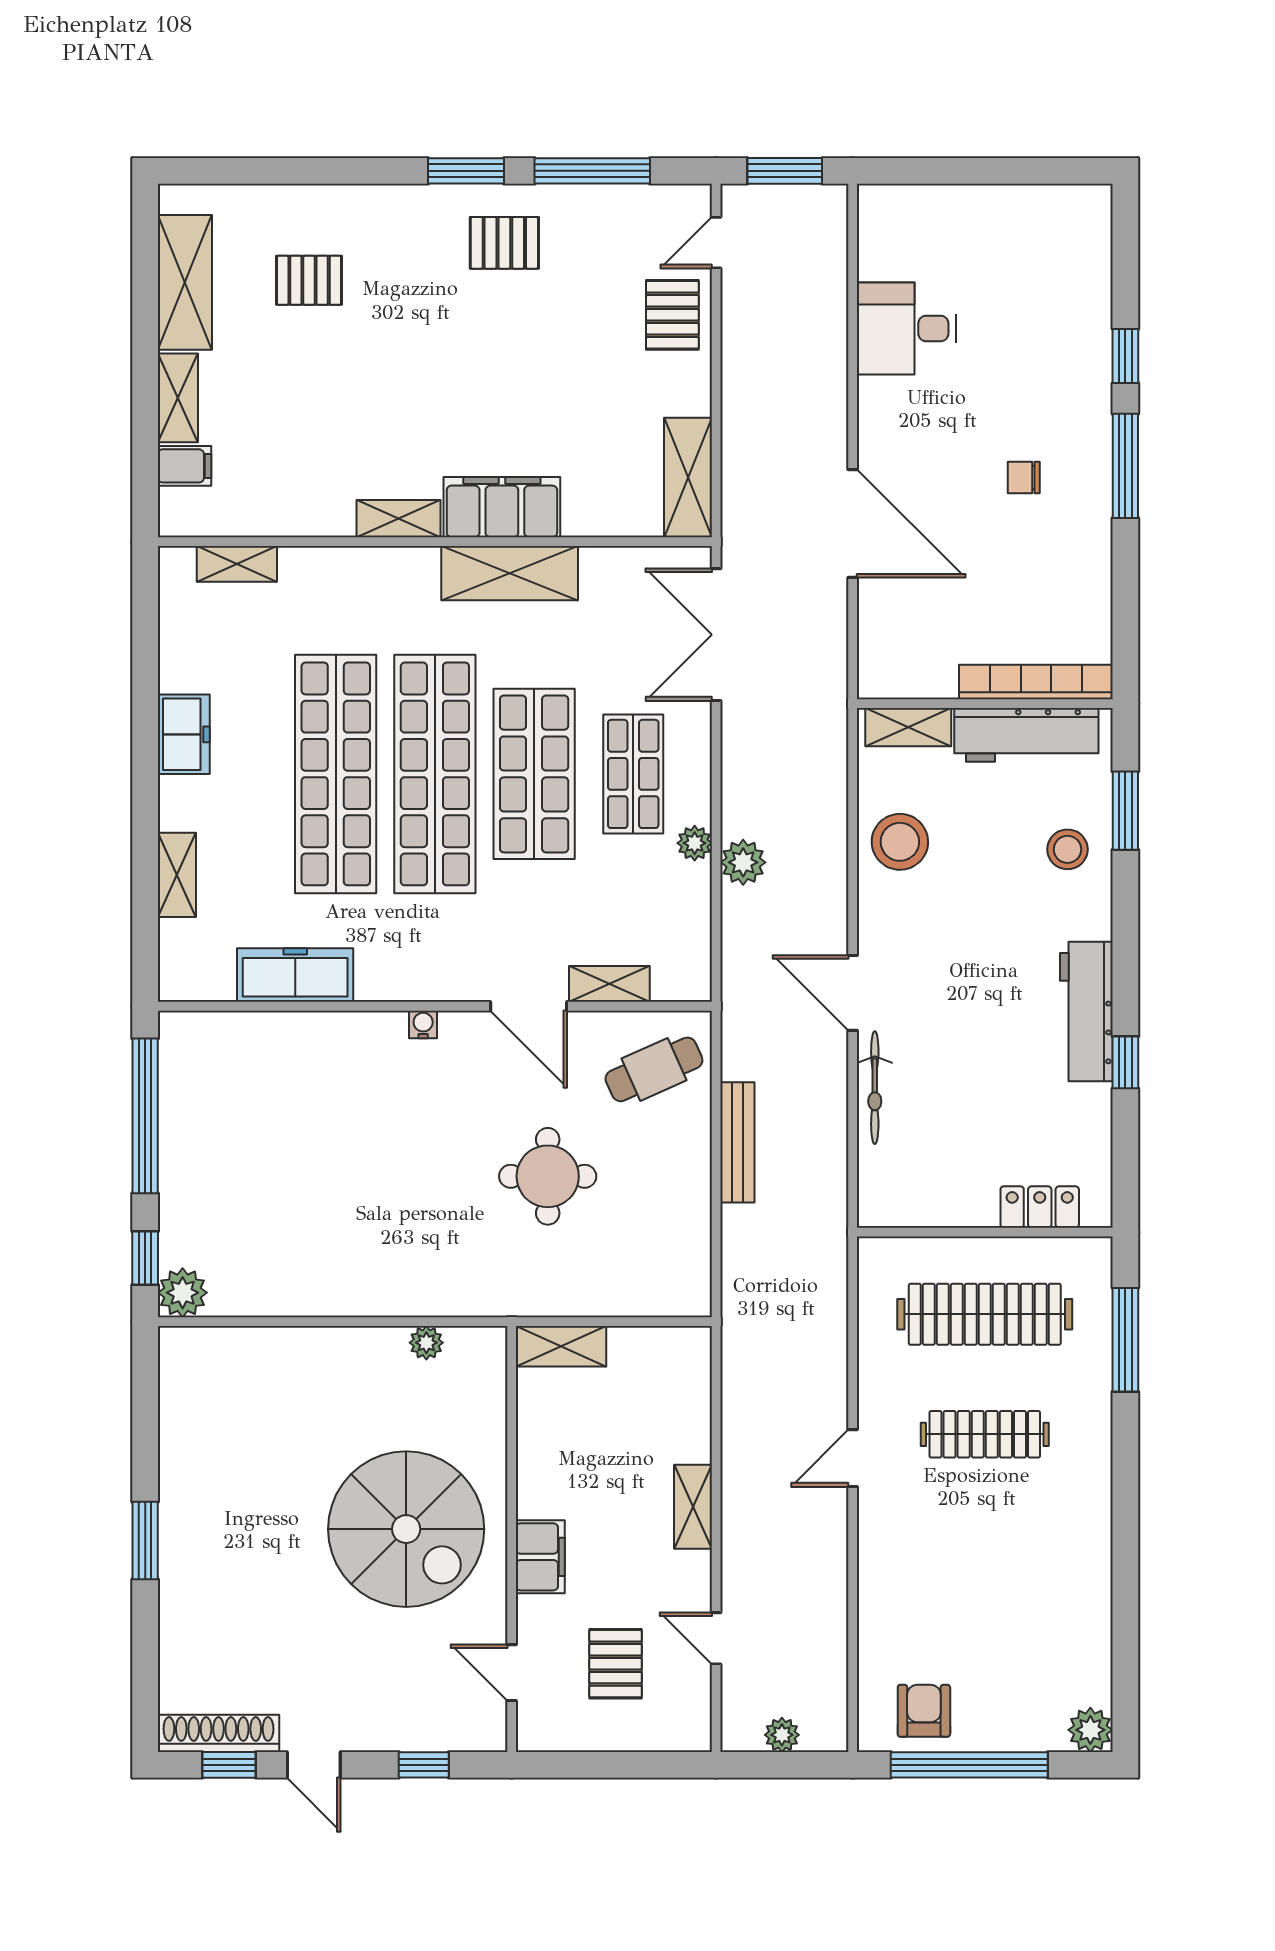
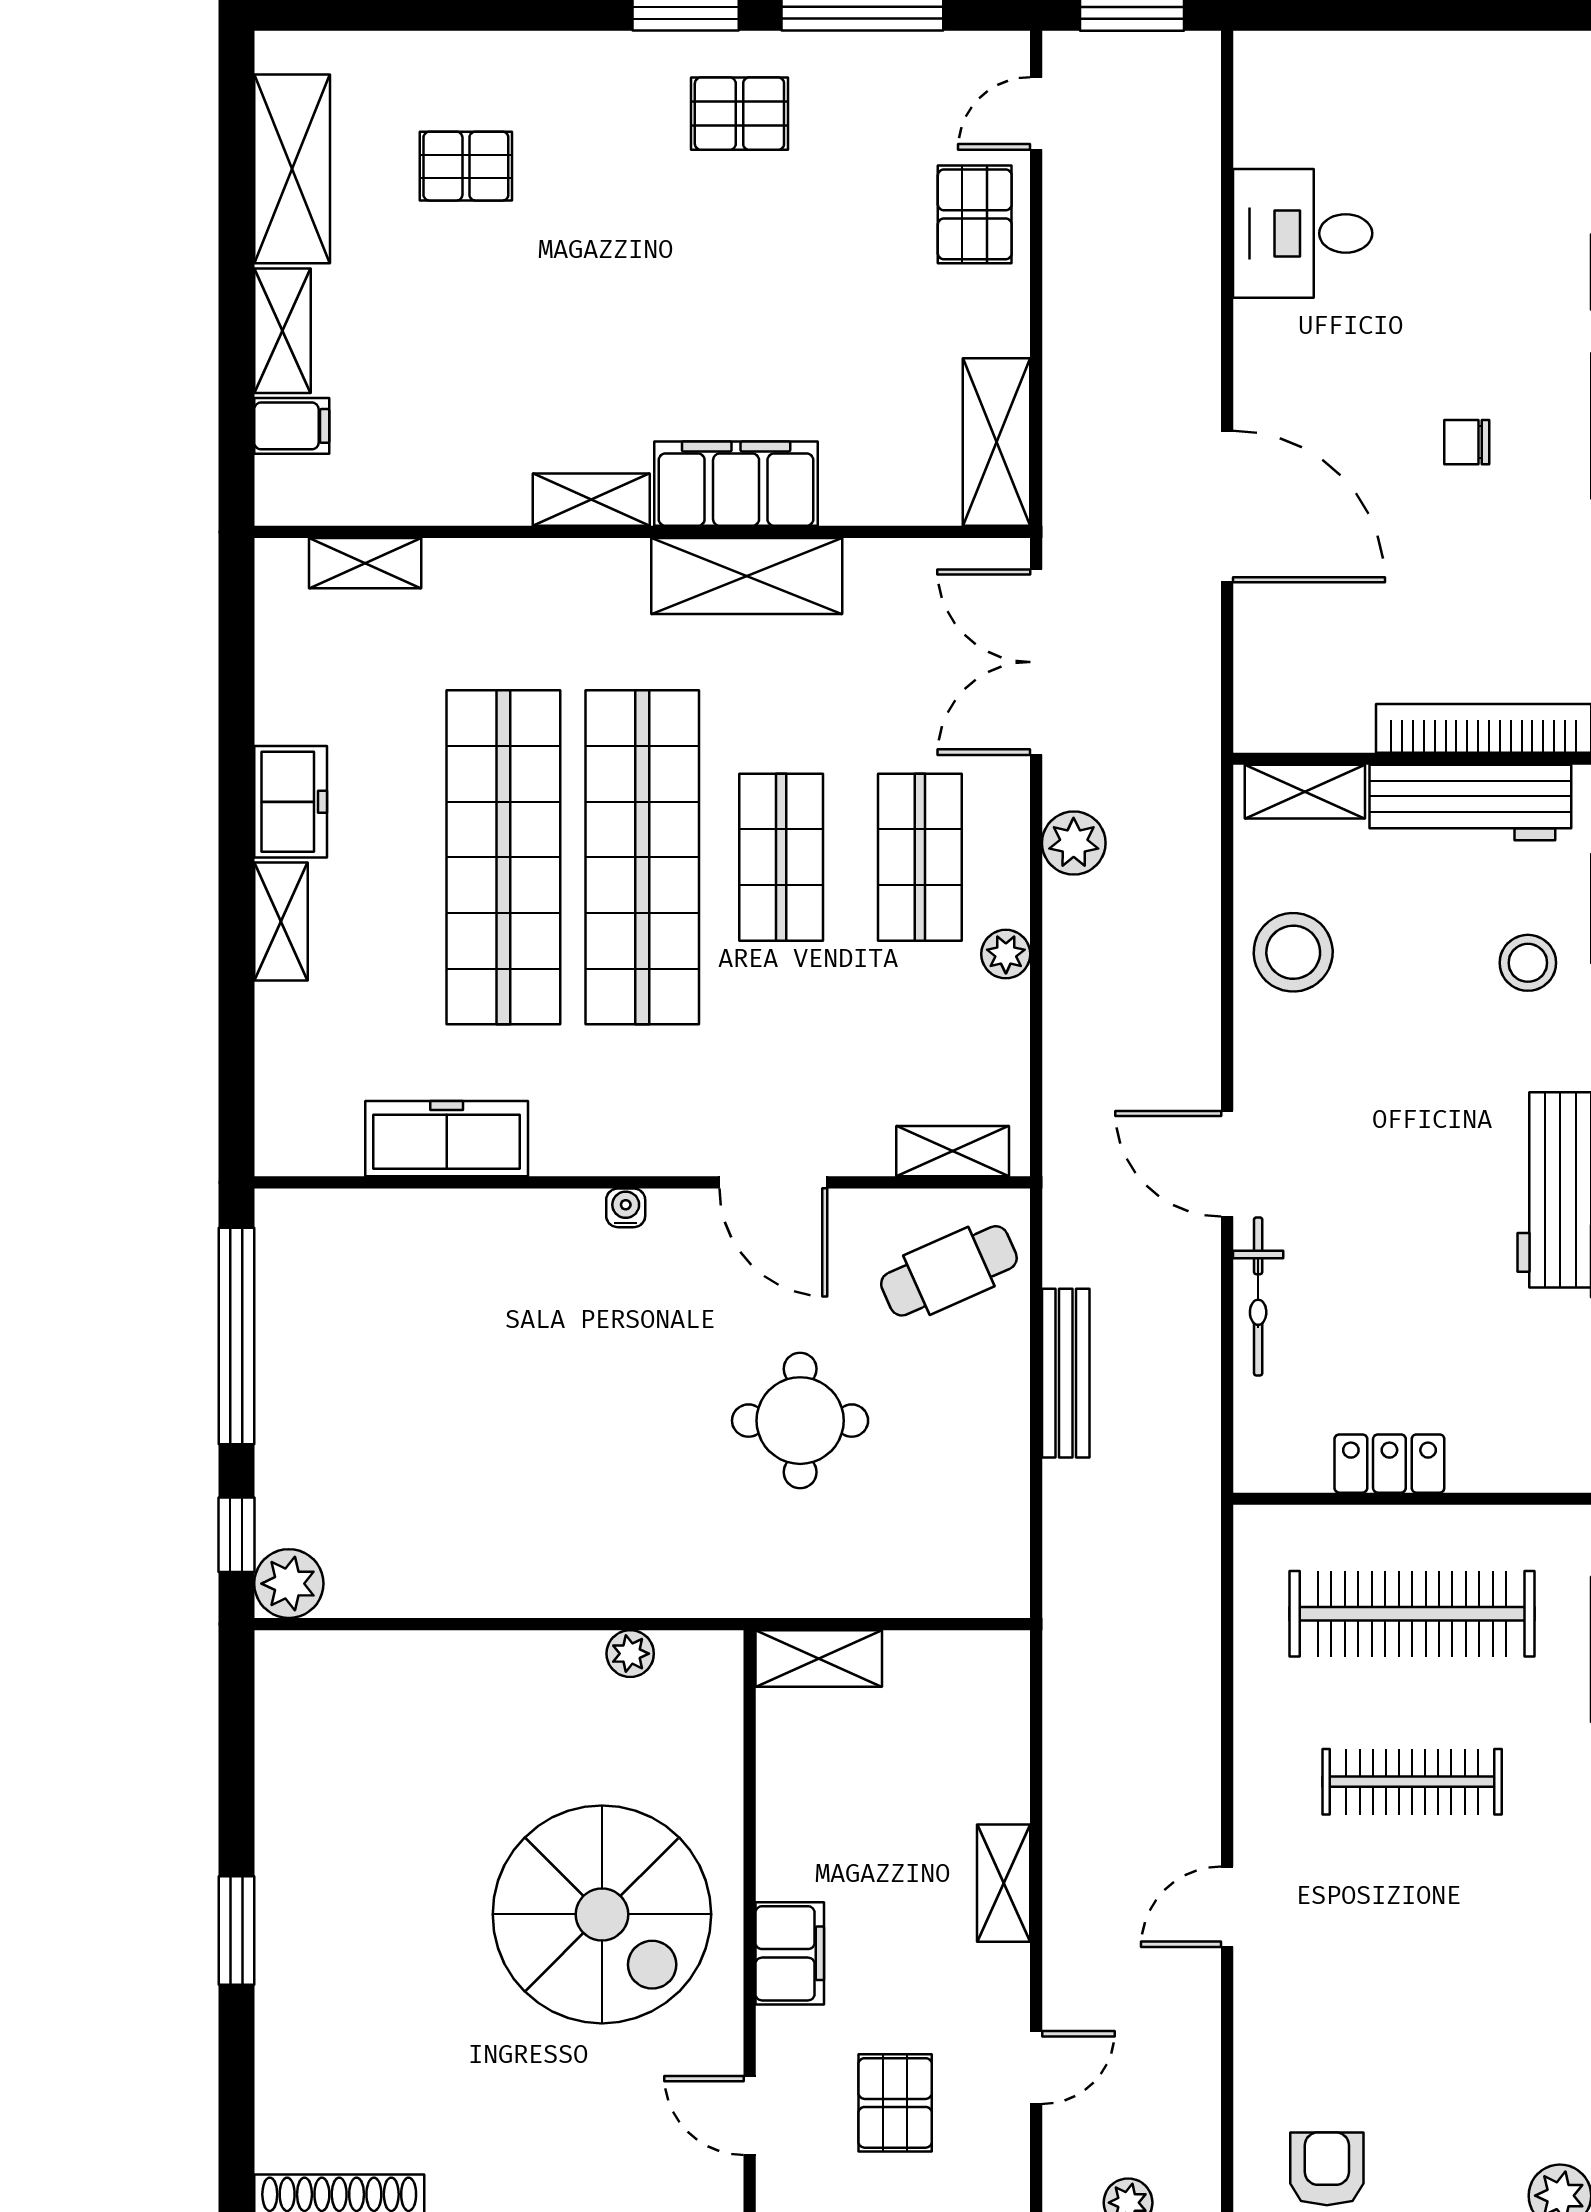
shop shelf: (534, 774) -> (781, 857), width x0.70, depth x0.74
plant: (743, 862) -> (1074, 843), moved
shelving: (177, 875) -> (281, 921), moved
shelving: (609, 984) -> (953, 1151), moved
locker: (1040, 1207) -> (1389, 1464), moved
door: (853, 1458) -> (1227, 1907), moved
door: (716, 1638) -> (1036, 2067), swing flipped

